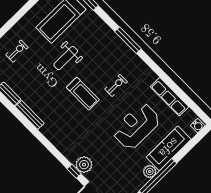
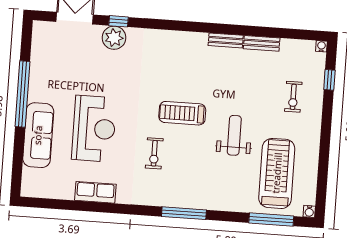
row of seats: (170, 97) -> (95, 192), width x0.68
bench: (30, 115) -> (226, 40), width x0.73
water cooler: (198, 126) -> (28, 187), removed
plant: (150, 172) -> (37, 92), removed

